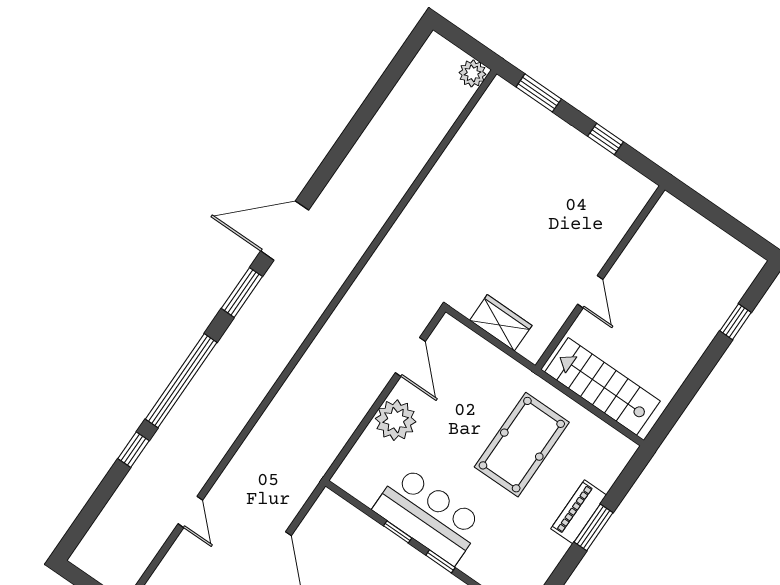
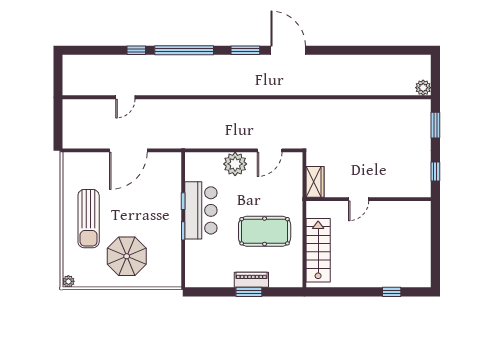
wall: (600, 278) -> (368, 199), moved
door: (590, 292) -> (359, 199), moved

